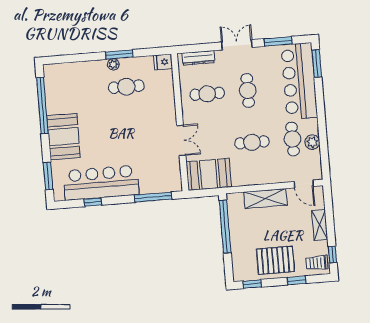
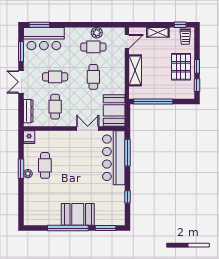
bar counter: (299, 81) -> (44, 39), width x0.73
window: (42, 105) -> (68, 228), moved
bar counter: (101, 183) -> (114, 158), moved
window: (297, 280) -> (197, 66), moved

